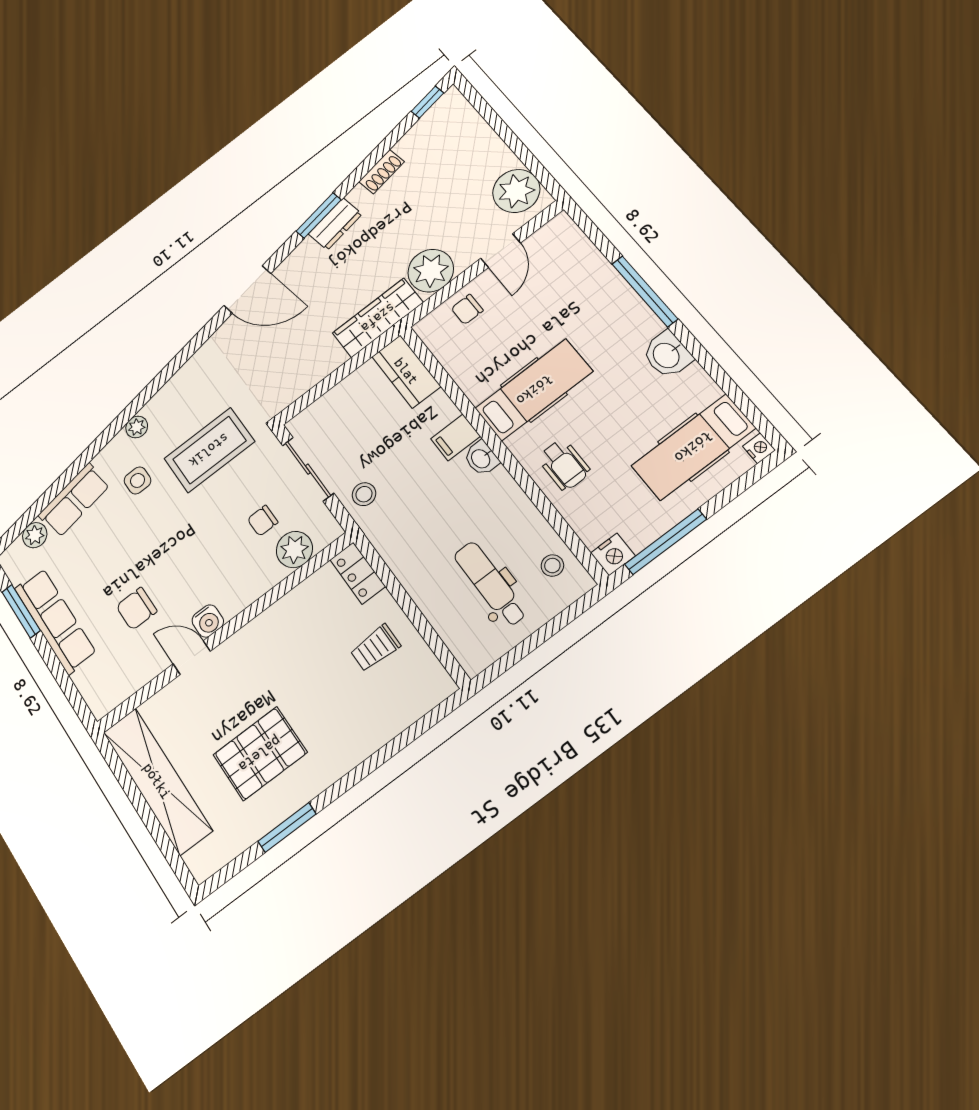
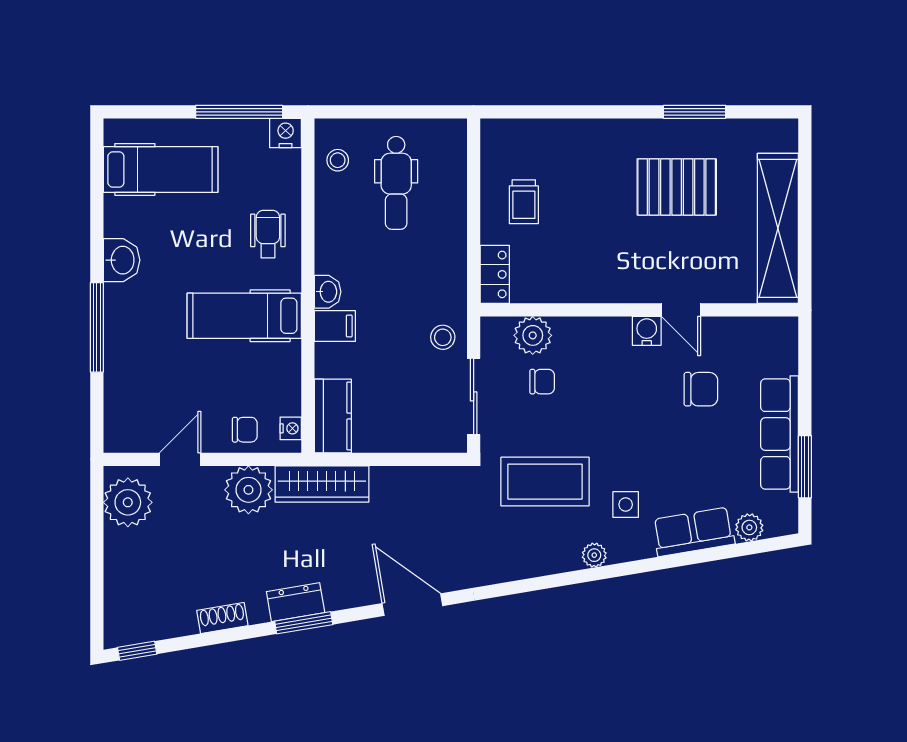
nightstand: (759, 448) -> (291, 428), moved, turned 180
trolley: (375, 648) -> (524, 202), turned 90

